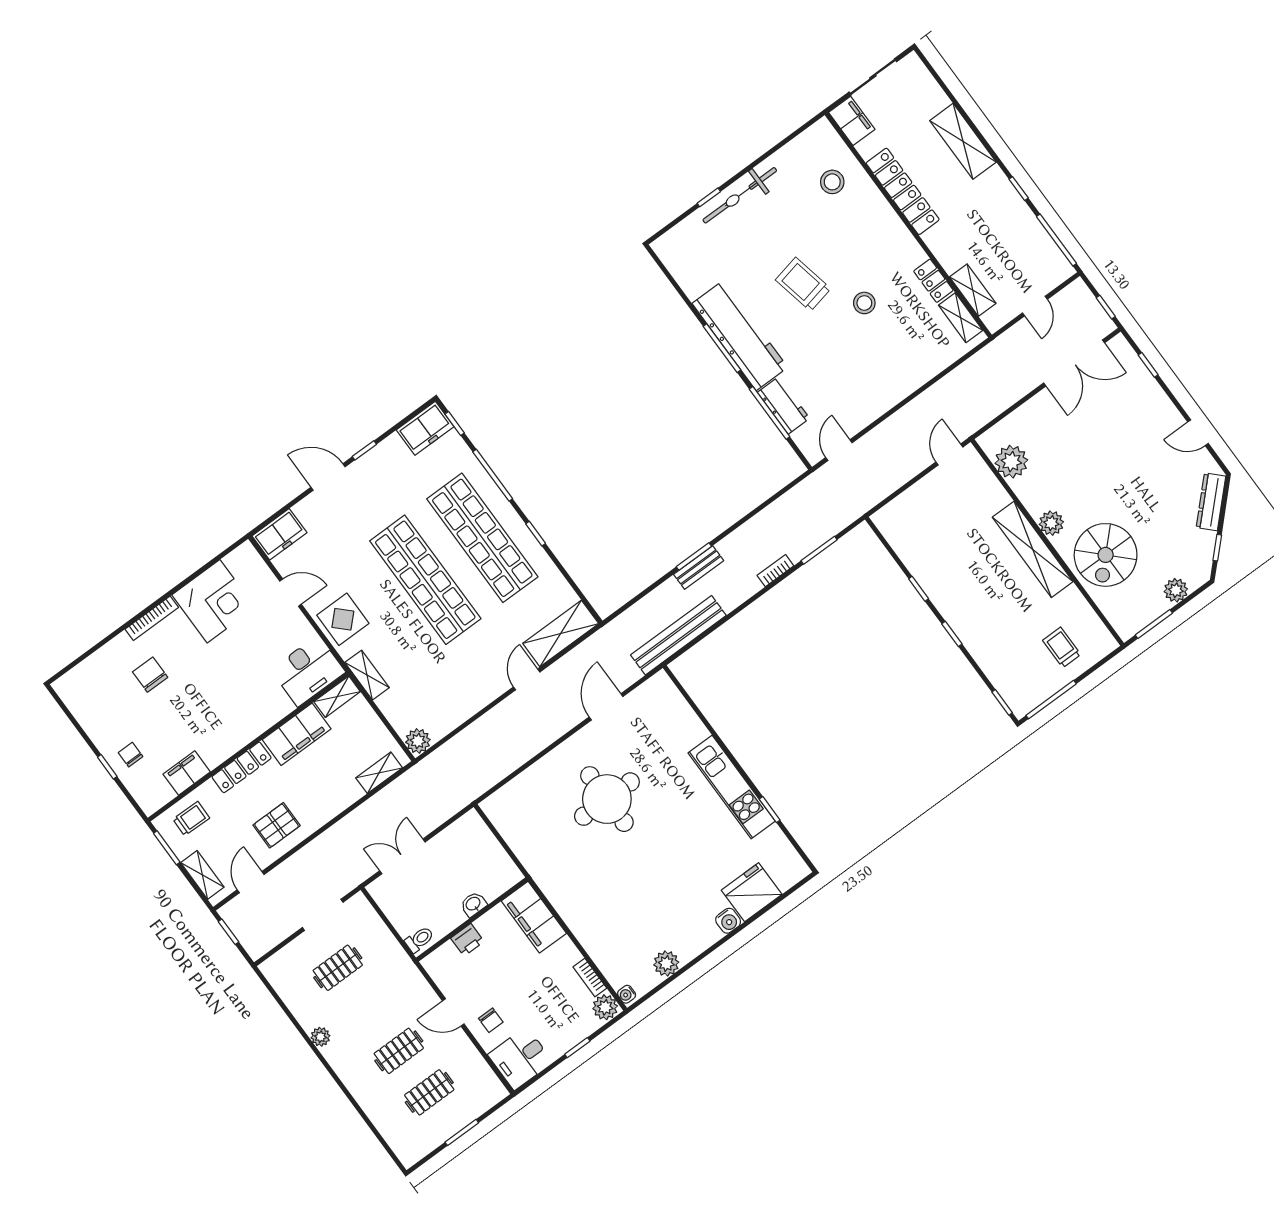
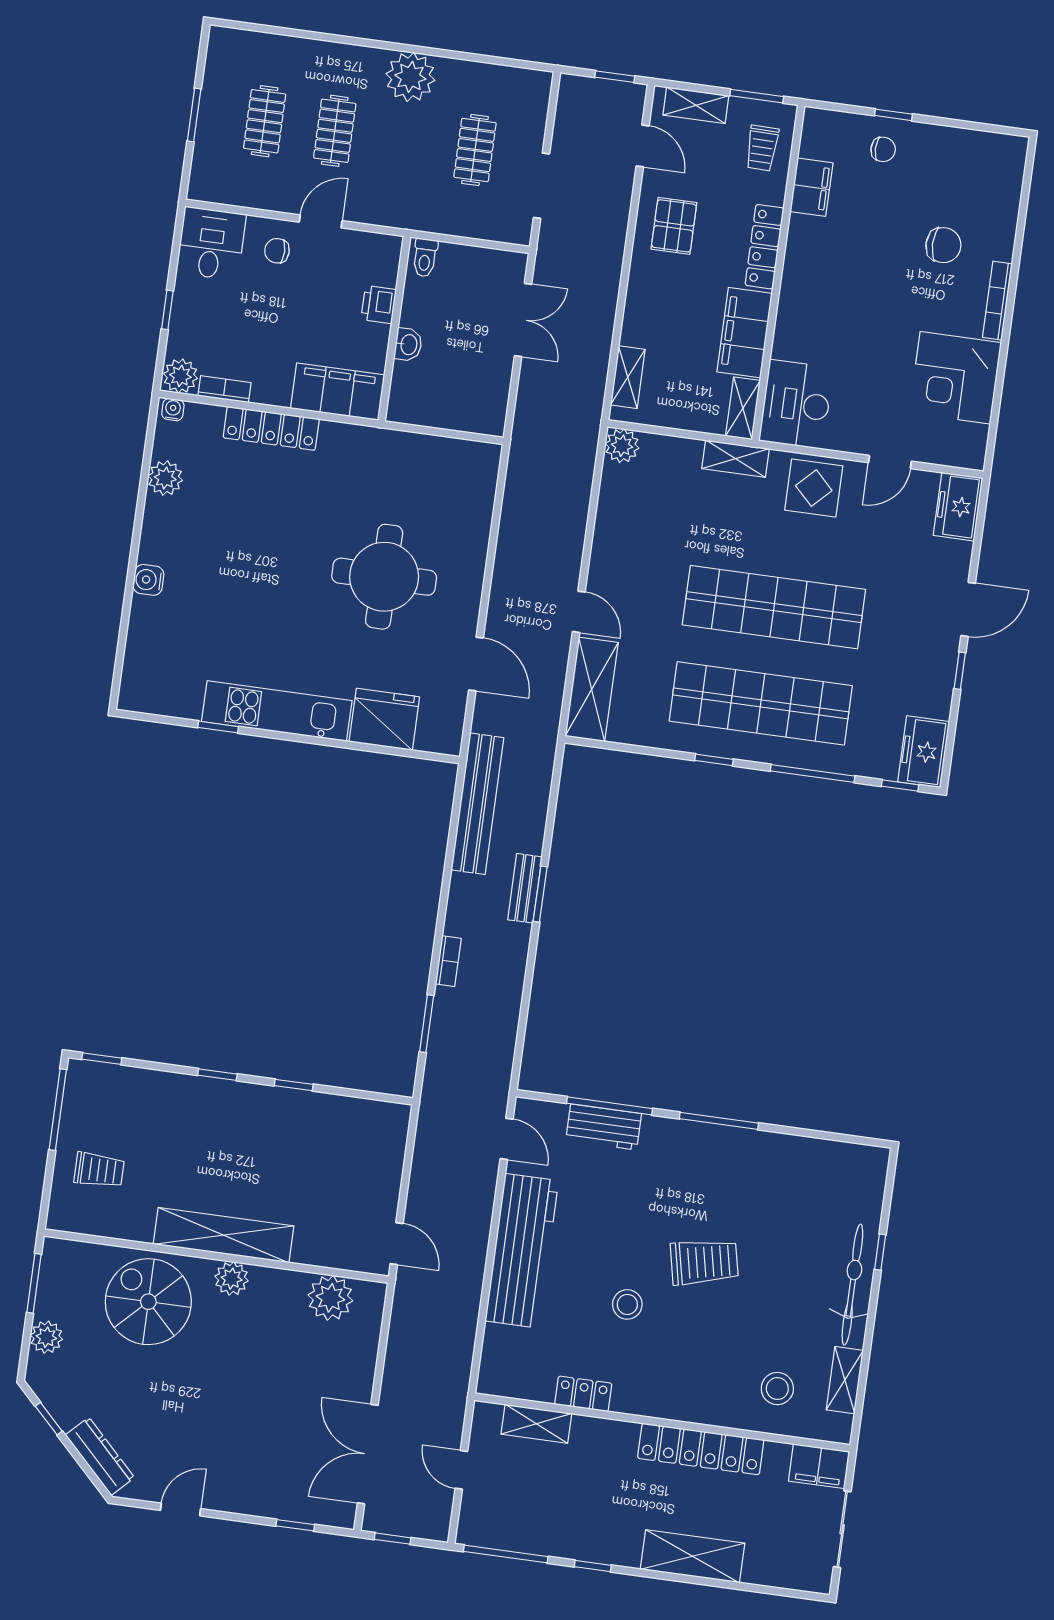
shelving: (961, 318) -> (845, 1380), moved, turned 90
workbench: (740, 335) -> (522, 1251), moved, turned -90
fridge: (752, 892) -> (384, 719), moved, turned -90
locker: (587, 933) -> (271, 428), added
plant: (320, 1037) -> (410, 77), width x1.87, depth x1.87

